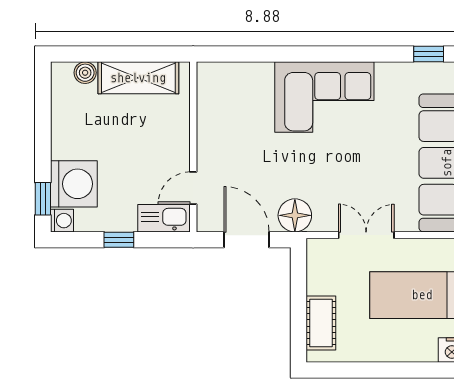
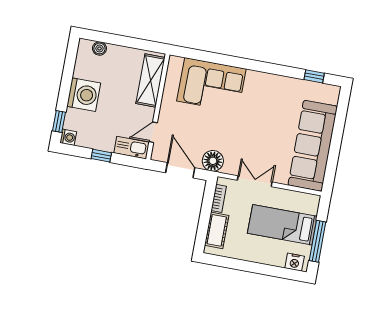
shelving: (138, 78) -> (150, 81), moved, turned 90
corner sofa: (324, 97) -> (211, 85), moved
washing machine: (74, 184) -> (84, 95), moved
bookcase: (315, 273) -> (219, 198), added

